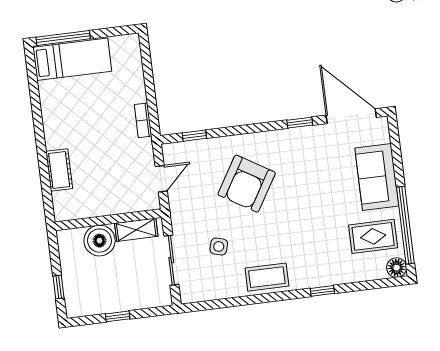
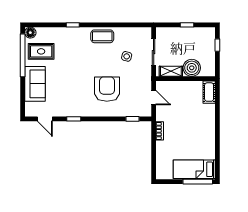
door: (351, 116) -> (45, 119), width x0.53
cot: (59, 170) -> (209, 92), moved
door: (161, 179) -> (154, 98), swing flipped
armchair: (247, 184) -> (107, 89), turned -31

